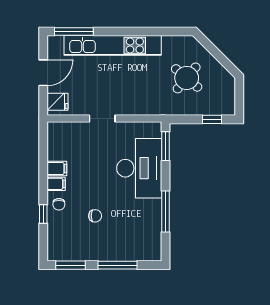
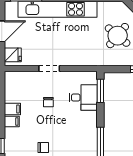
desk: (139, 168) -> (83, 97), width x0.53, depth x0.77
chair: (59, 204) -> (48, 102), moved

